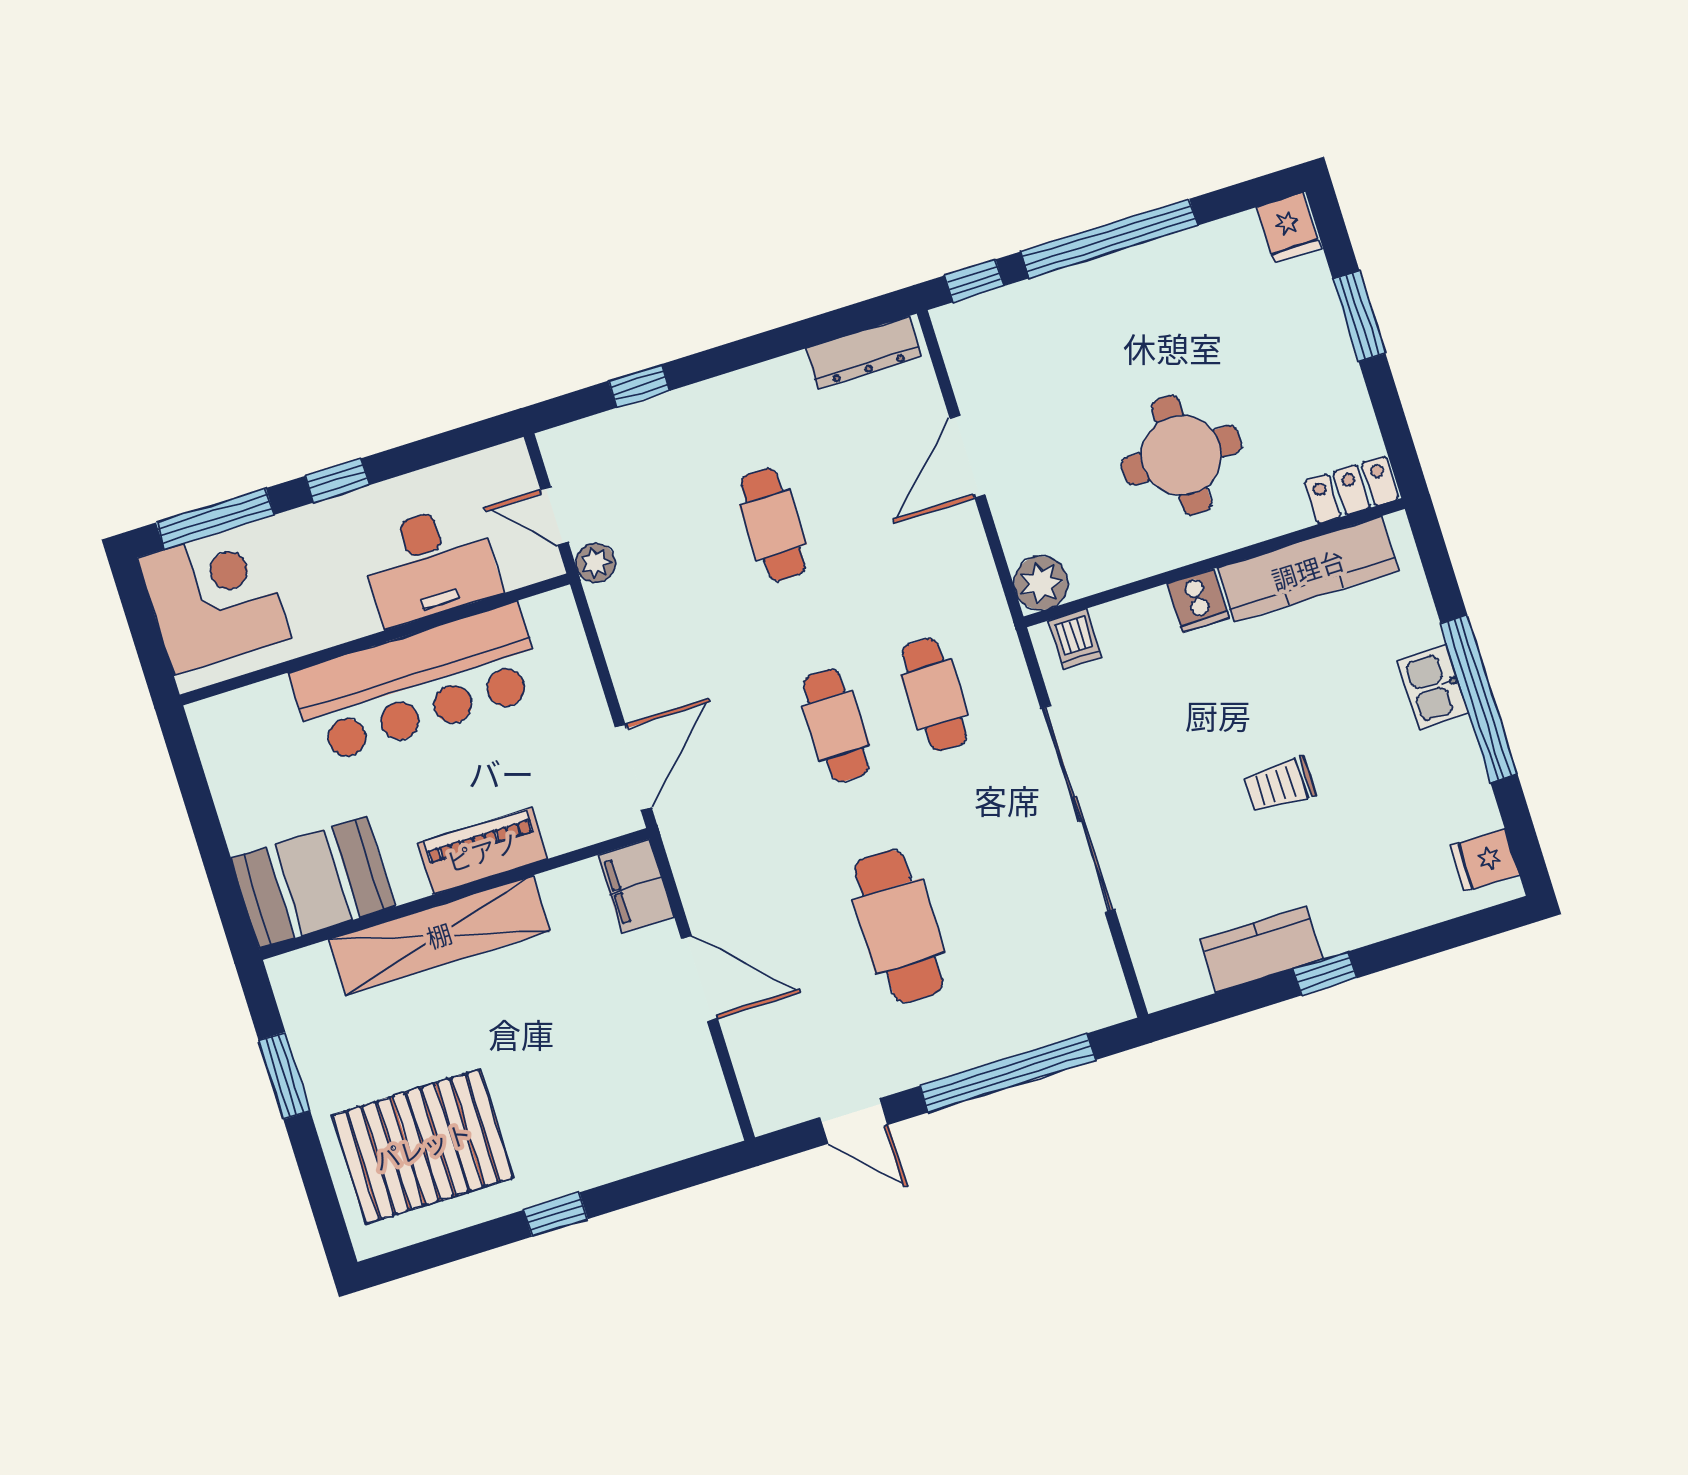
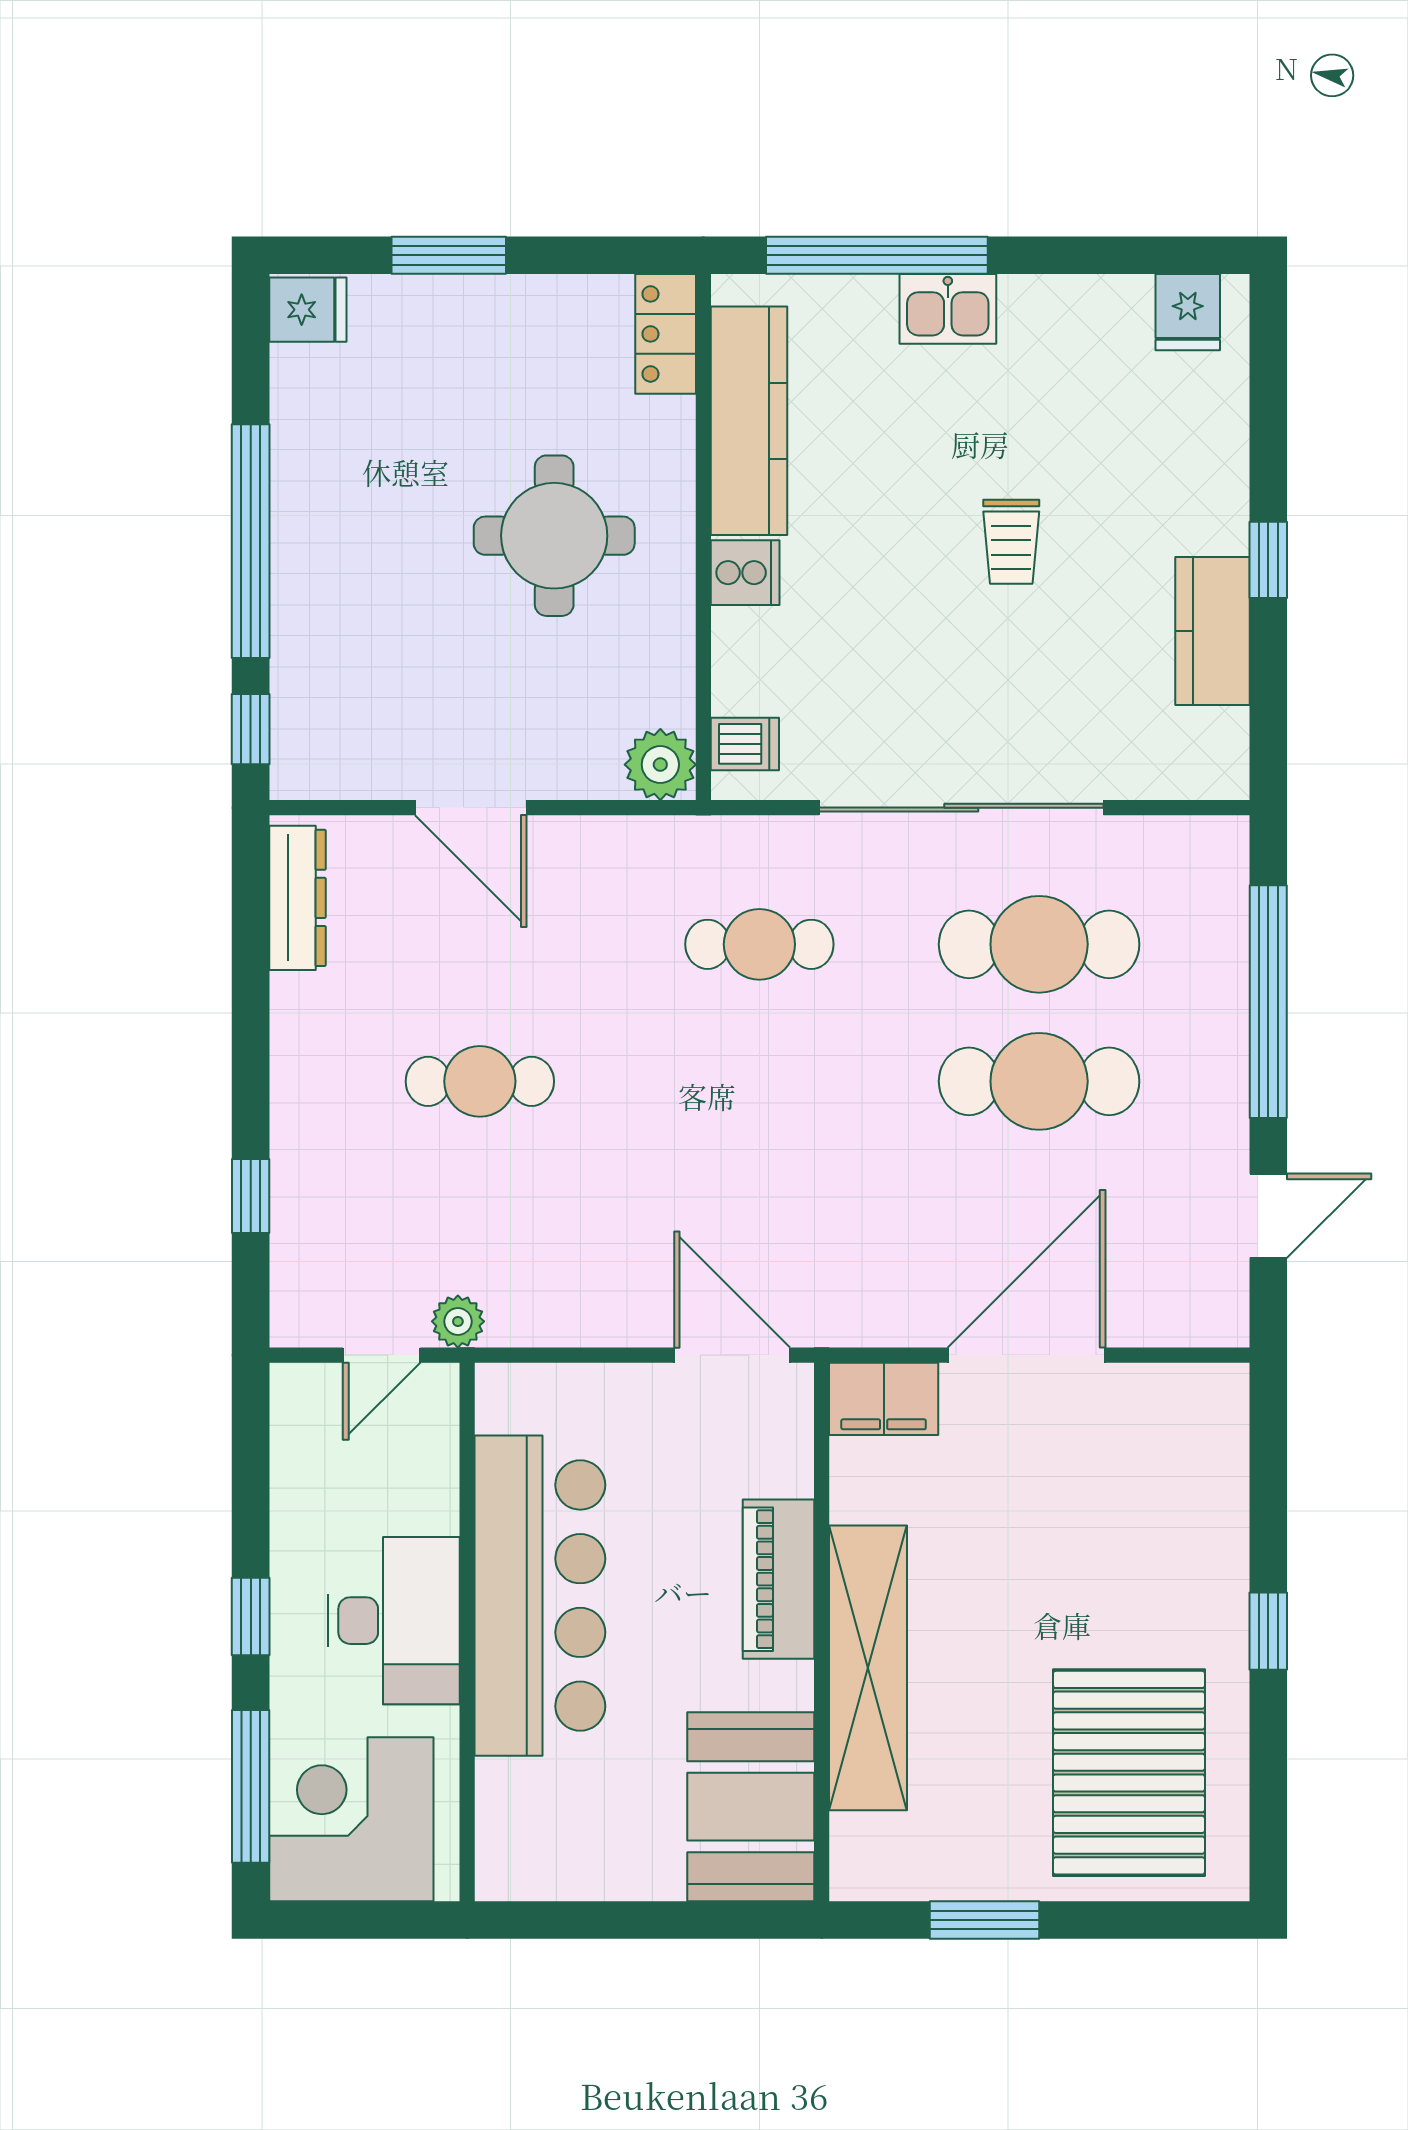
desk: (429, 564) -> (394, 1621), moved
window: (1479, 699) -> (877, 255), moved
cafe table: (836, 725) -> (1039, 944), moved, width x1.37, depth x1.35
door: (699, 979) -> (1027, 1355), width x1.36

